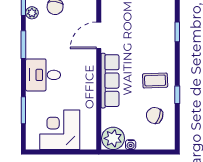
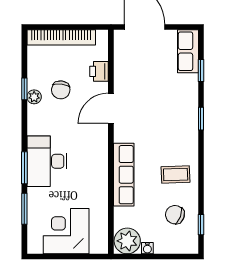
door: (99, 35) -> (111, 108), moved
window: (23, 45) -> (24, 168), moved
desk: (43, 75) -> (47, 161), width x1.37
window: (177, 95) -> (201, 225), moved

